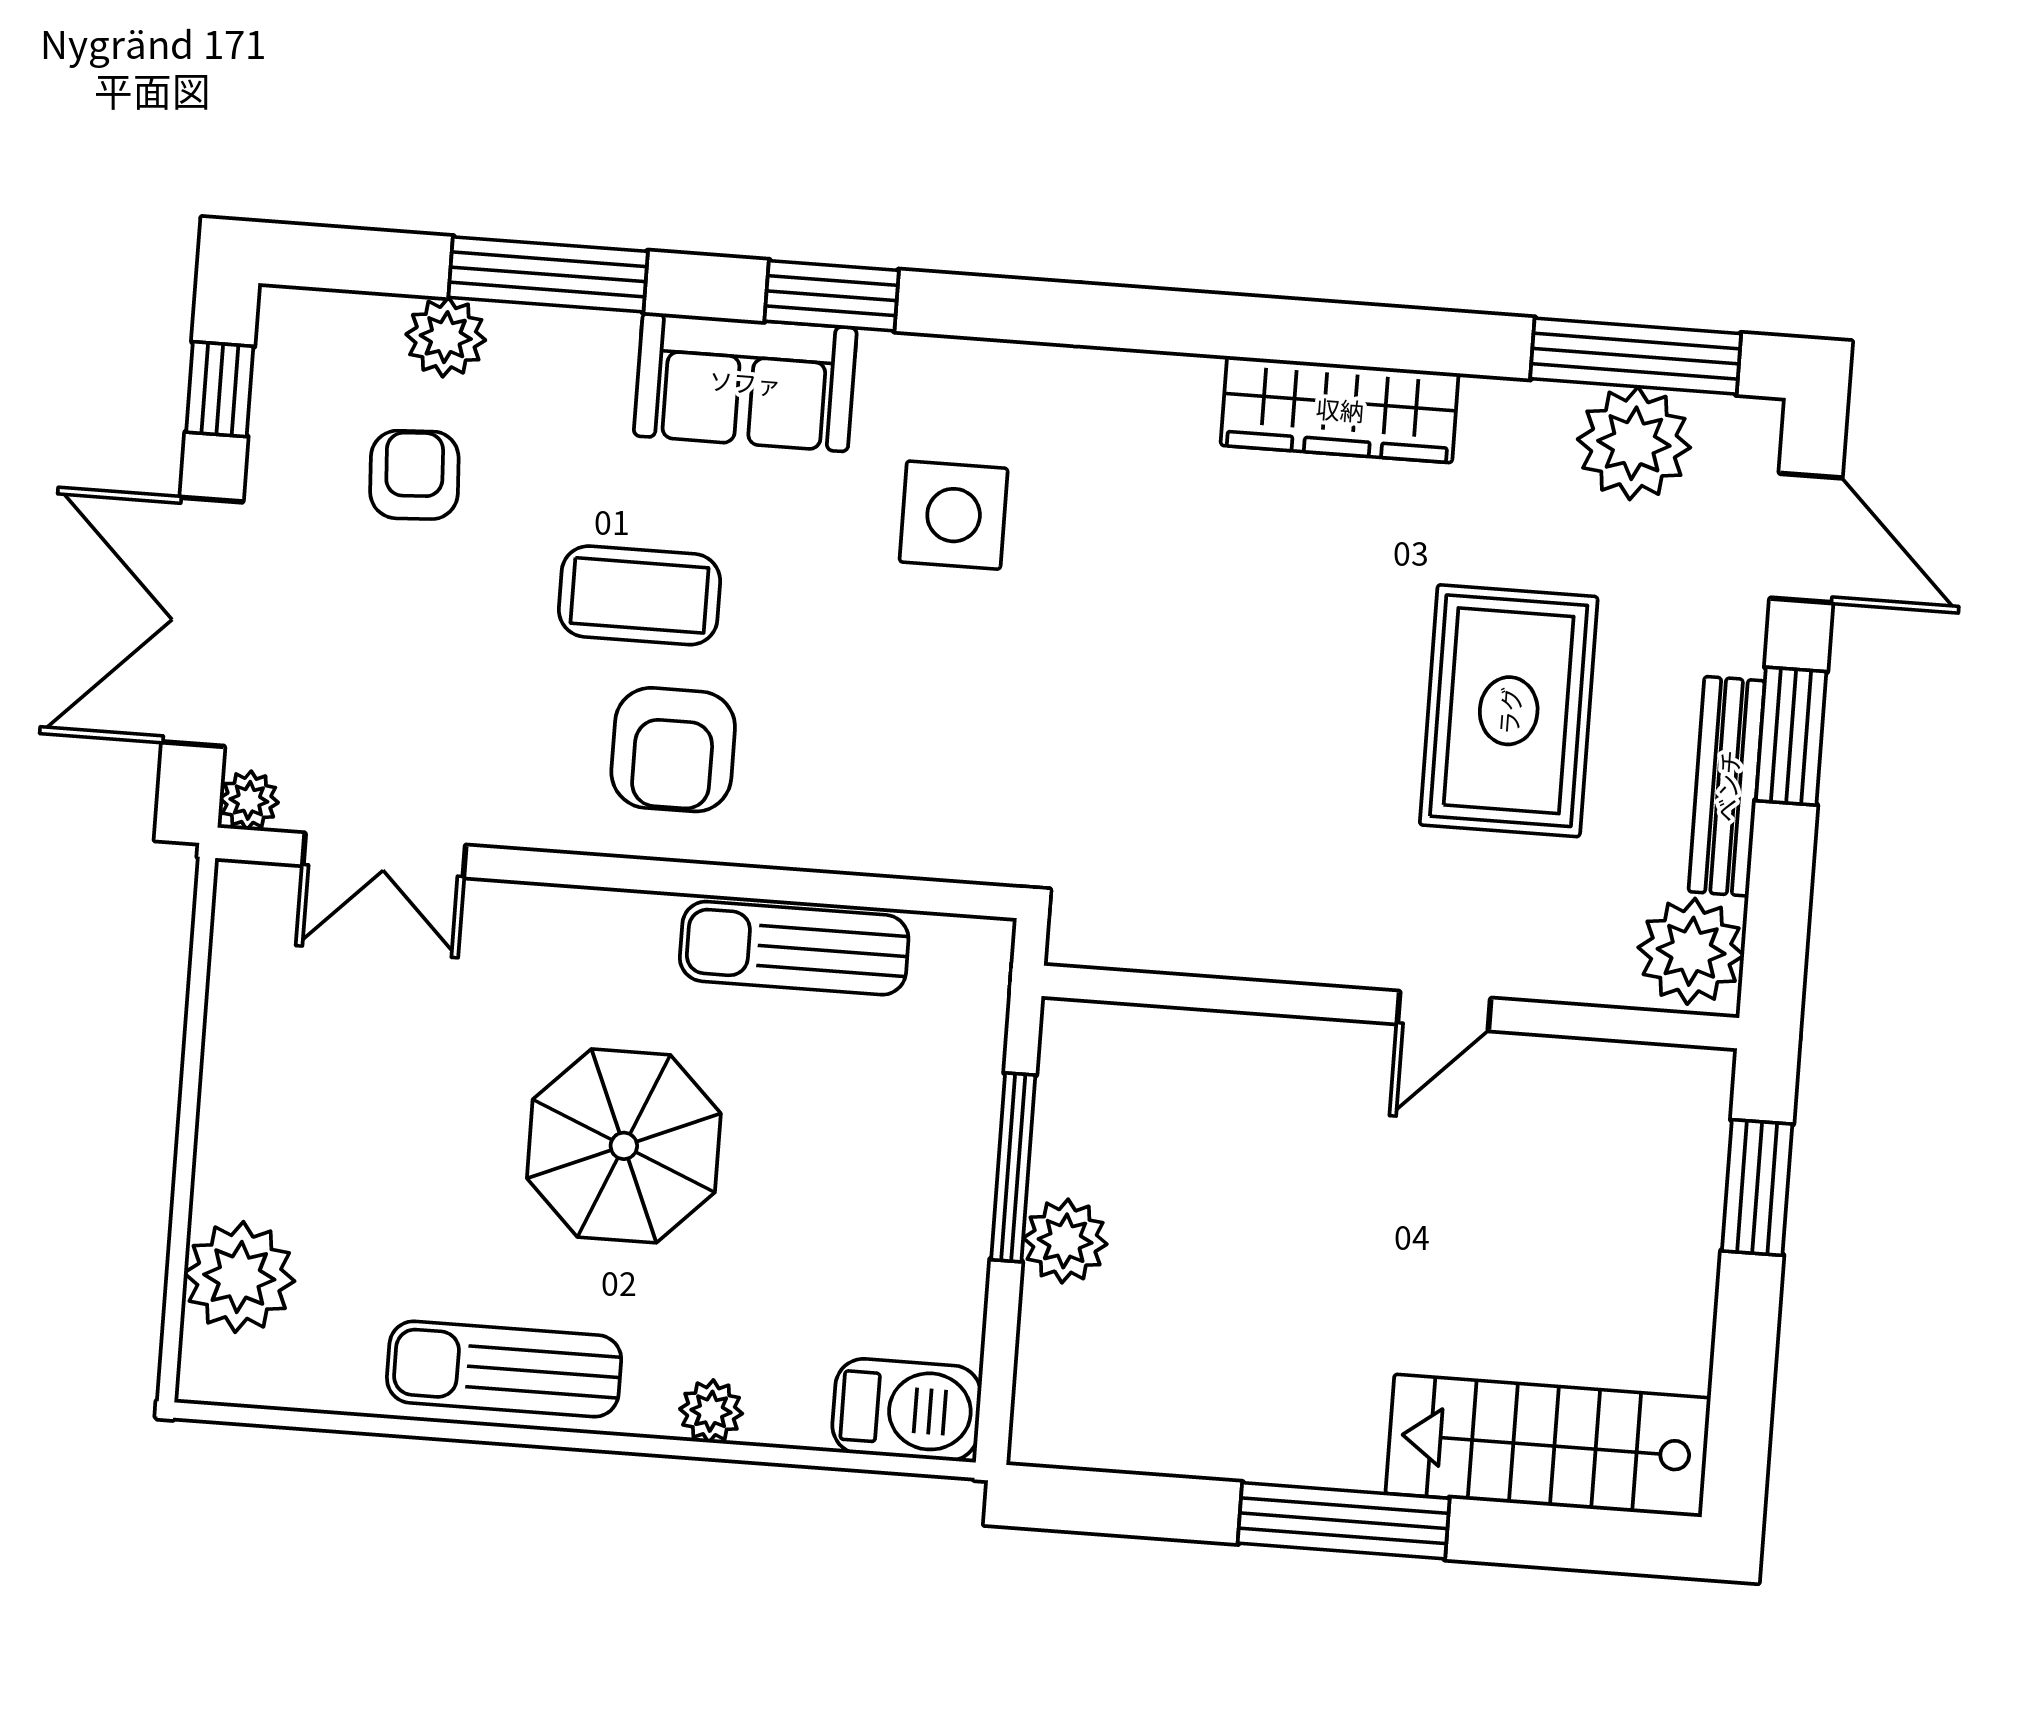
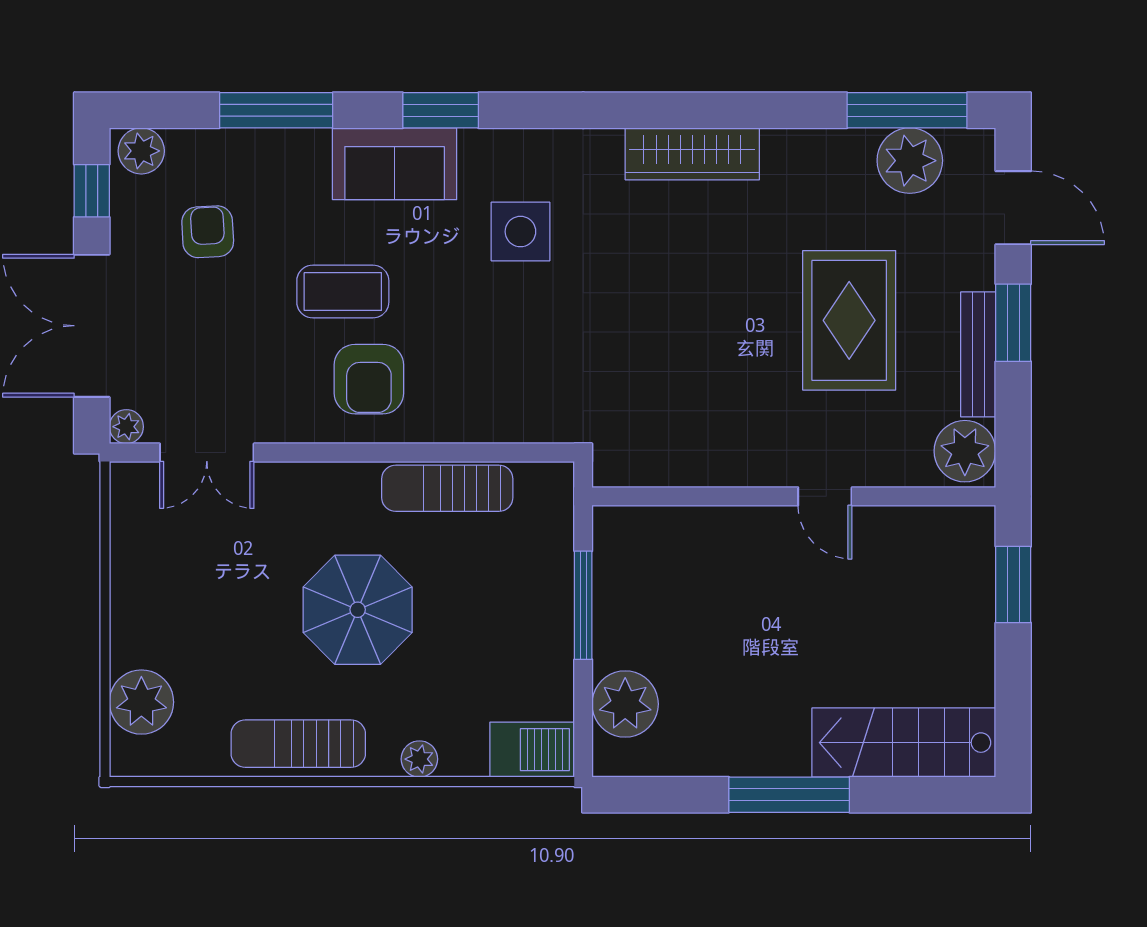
plant: (446, 337) -> (141, 151), moved
wardrobe: (1340, 409) -> (692, 154), moved
door: (1444, 1011) -> (825, 496), hinge flipped
plant: (1065, 1241) -> (625, 704), moved, width x1.36, depth x1.36

